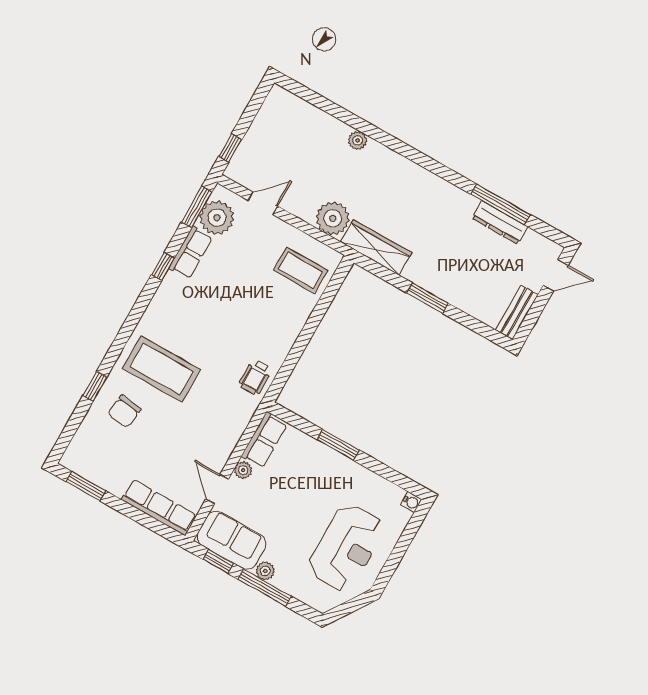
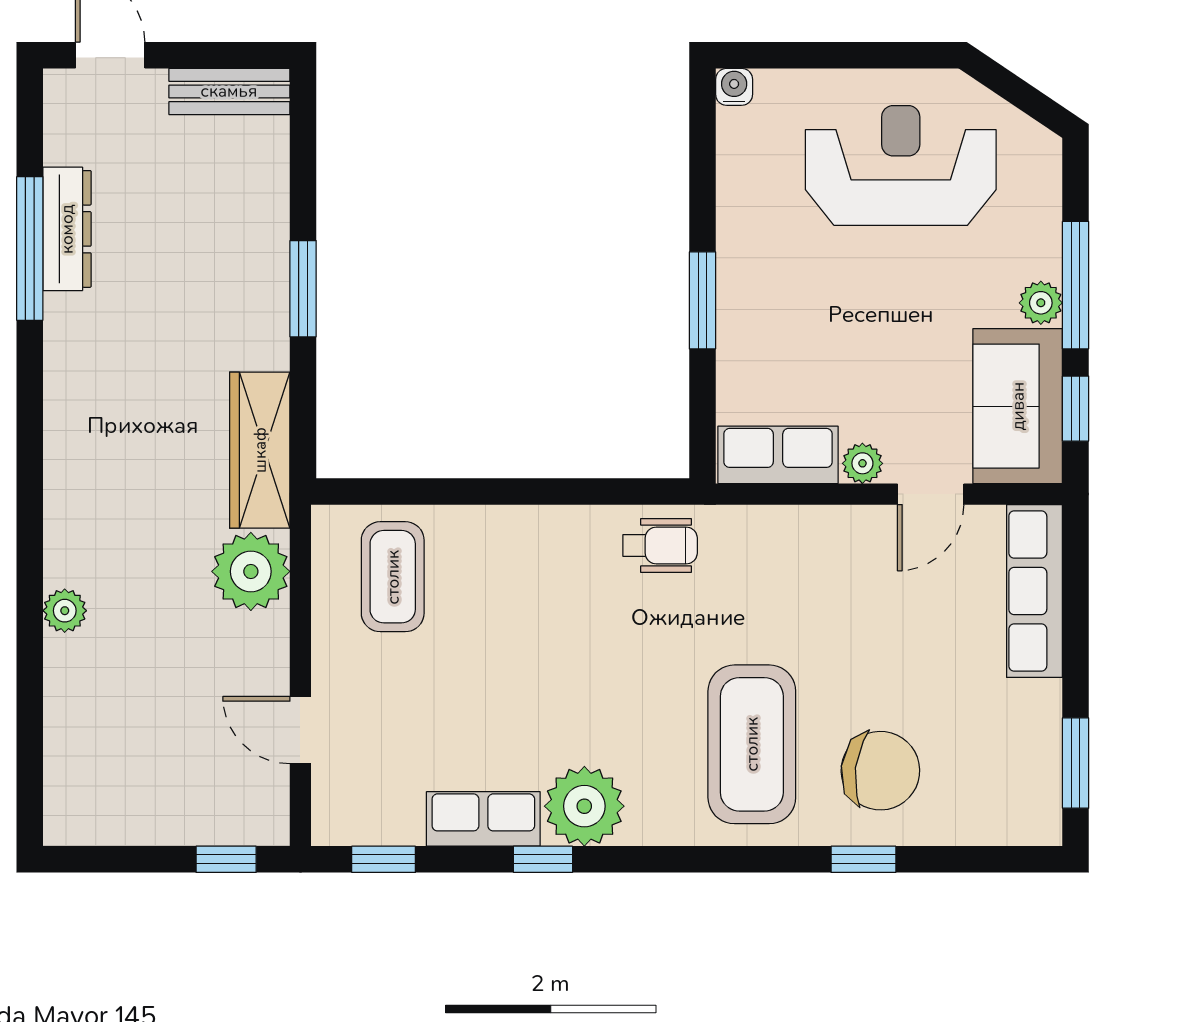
window: (197, 207) -> (384, 859), width x0.67
plant: (217, 218) -> (584, 806), moved
chair: (124, 411) -> (880, 771), width x1.37, depth x1.37

